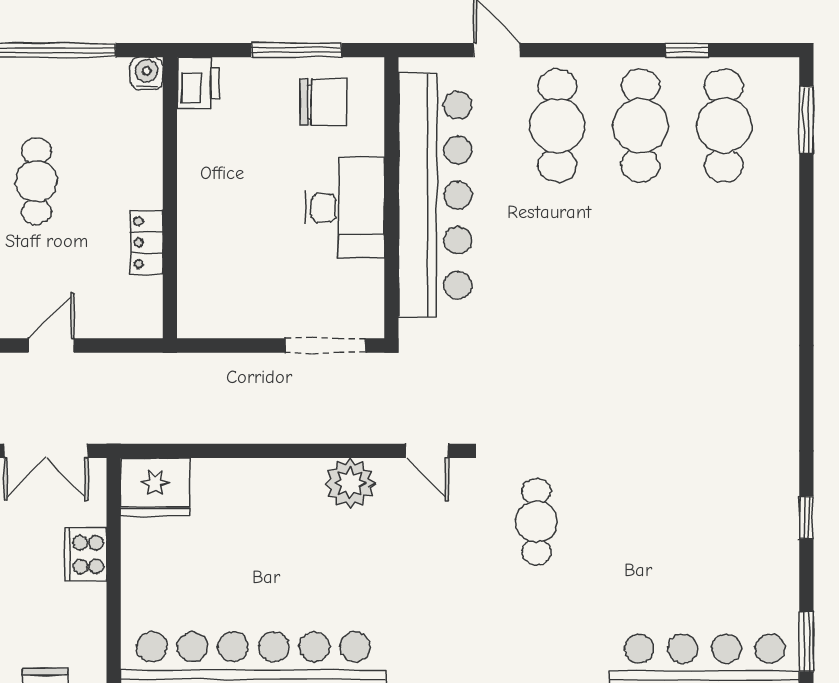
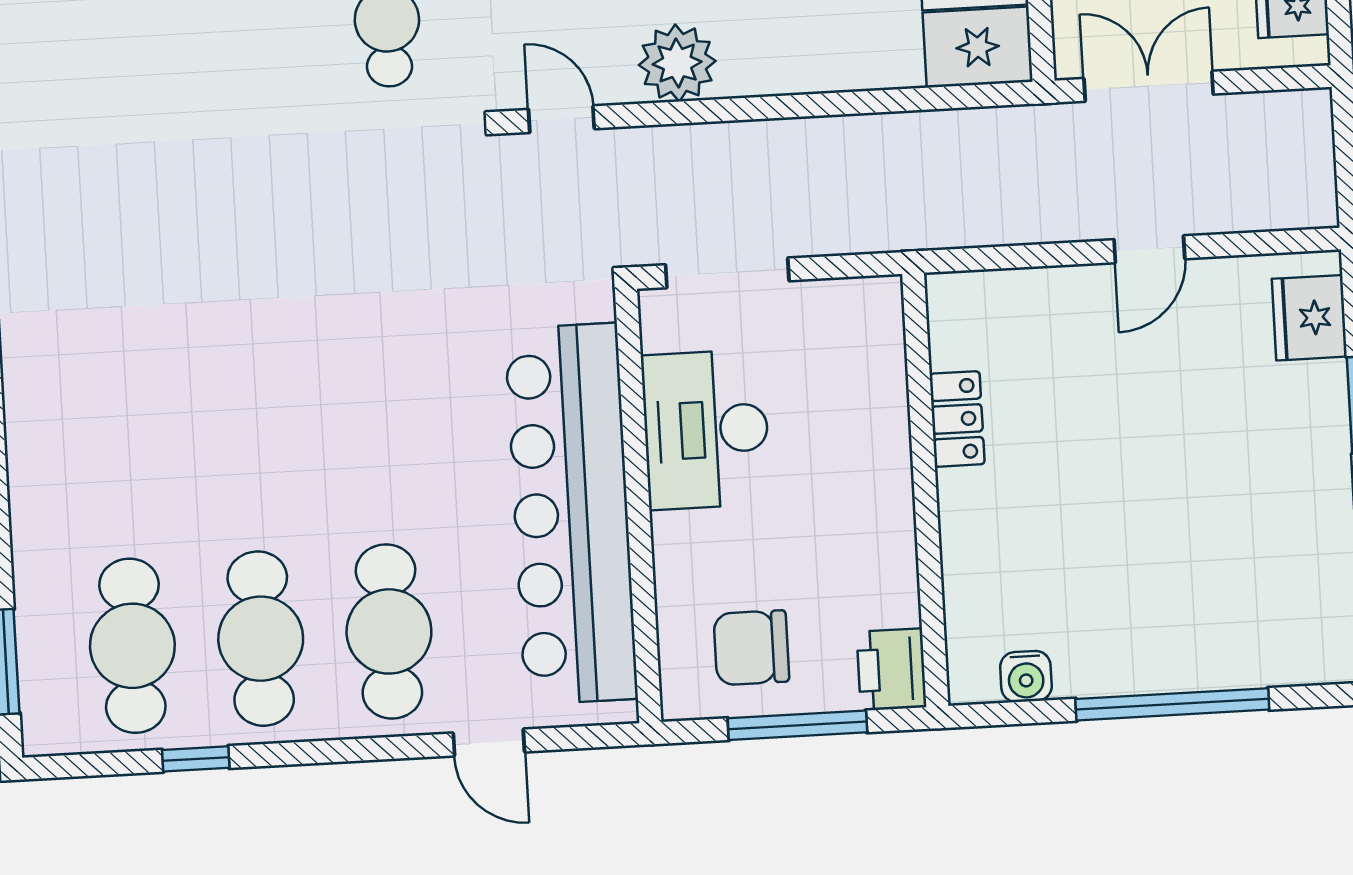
printer: (198, 83) -> (892, 669), moved
cafe table: (36, 181) -> (1186, 501), removed
wall: (170, 198) -> (925, 490), moved
desk: (345, 208) -> (706, 430), moved
locker: (147, 243) -> (957, 419), moved

